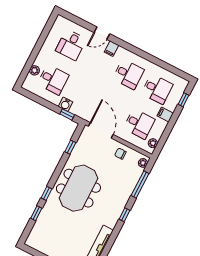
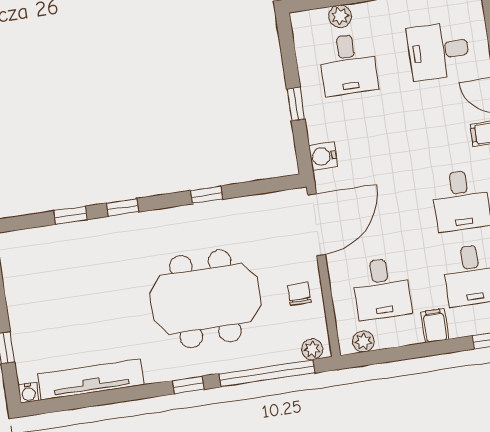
water cooler: (66, 104) -> (323, 156), moved
window: (67, 114) -> (296, 104), moved
window: (70, 147) -> (207, 195), moved
window: (140, 185) -> (267, 373), width x1.46
meeting table: (78, 188) -> (205, 299), moved

